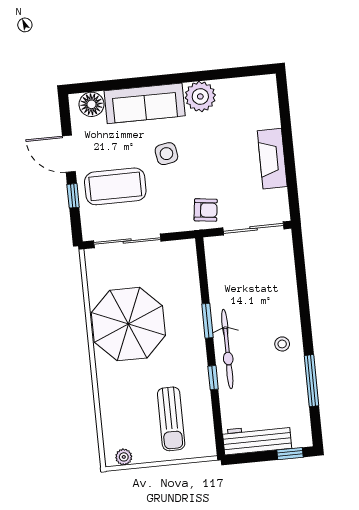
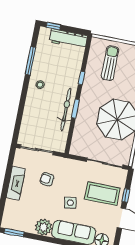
window: (249, 71) -> (14, 233), added
armchair: (206, 210) -> (47, 179), moved
bicycle: (227, 349) -> (66, 109), moved

